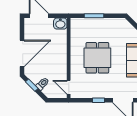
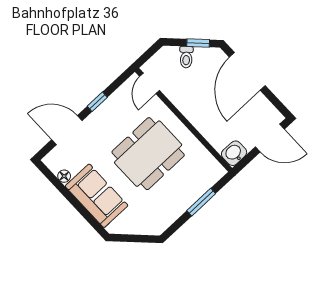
dining table: (97, 58) -> (148, 154), width x1.38
door: (69, 87) -> (150, 83), swing flipped

